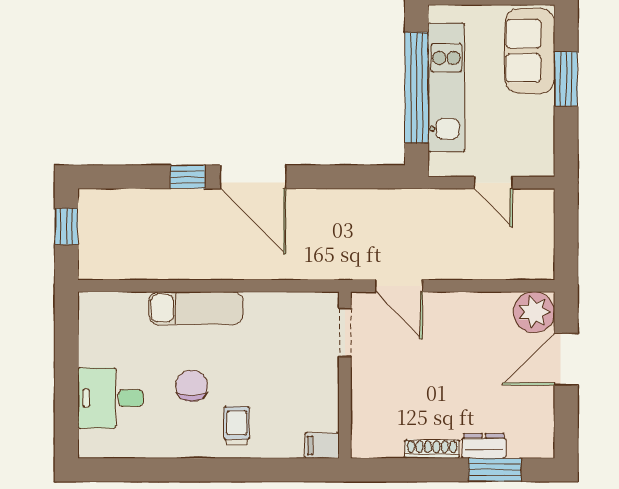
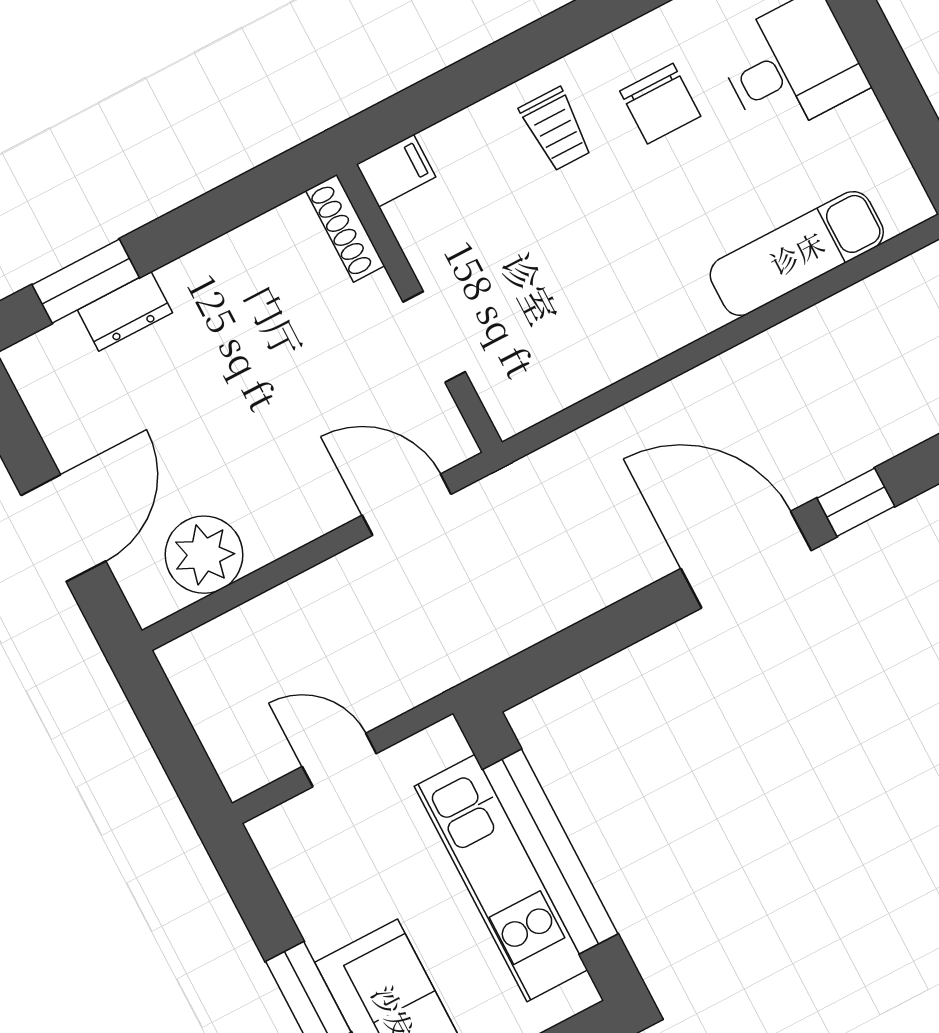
exam couch: (196, 308) -> (797, 253), moved
plant: (534, 312) -> (204, 555), moved
doorway: (345, 332) -> (434, 337), moved
chair: (192, 386) -> (660, 104), moved
shoe rack: (432, 449) -> (345, 228), moved, turned 90

